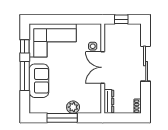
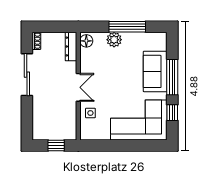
sliding door: (146, 64) -> (27, 75), moved
double door: (103, 67) -> (78, 87), width x0.73
floor lamp: (96, 106) -> (86, 41), added

